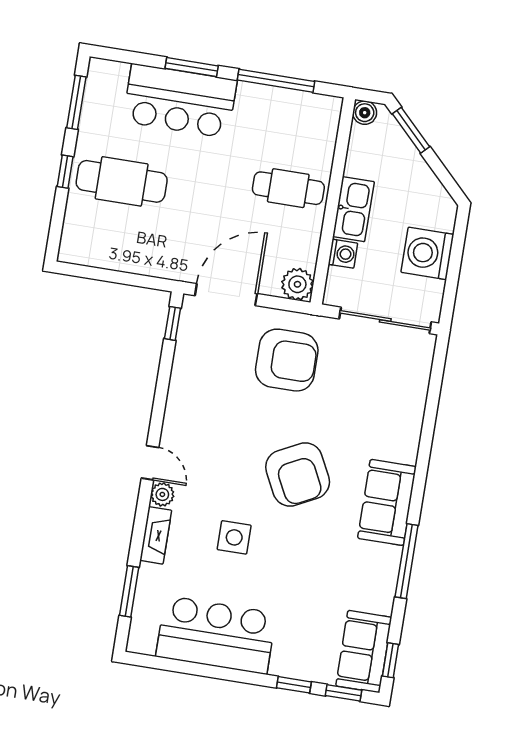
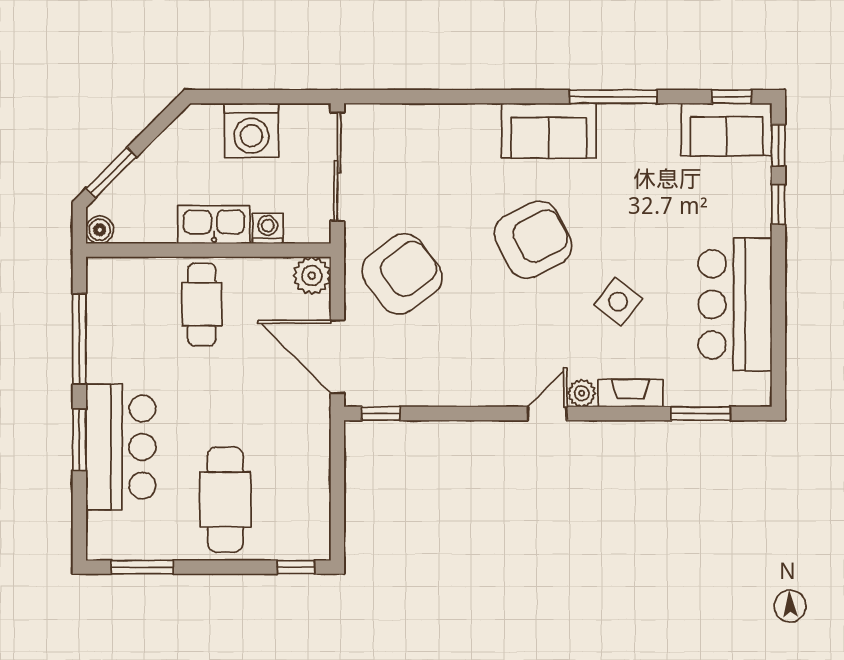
window: (65, 172) -> (296, 567), moved
armchair: (287, 360) -> (402, 274), turned 53
side table: (234, 537) -> (618, 302), turned 38

